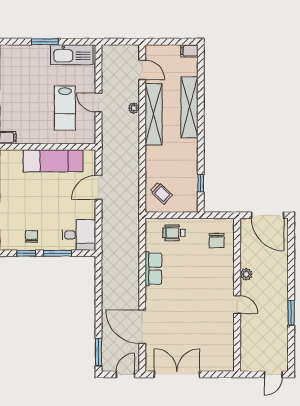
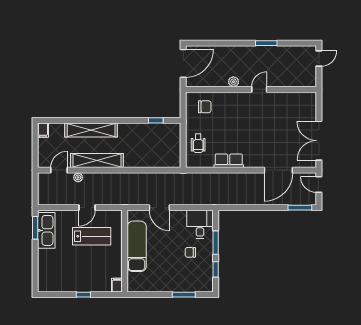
window: (45, 42) -> (35, 228), moved
plant: (134, 108) -> (78, 177), moved
trolley: (161, 193) -> (164, 154), removed
chair: (31, 236) -> (190, 252), moved
door: (273, 374) -> (319, 58), hinge flipped

